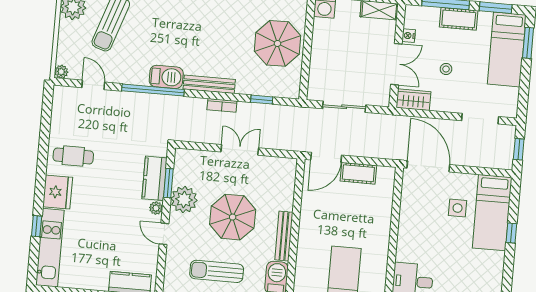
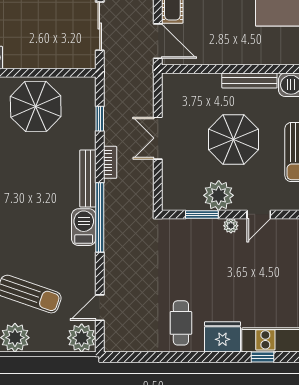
plant: (61, 72) -> (82, 338), width x1.88, depth x1.88
window: (153, 90) -> (100, 217), moved
kitchen counter: (154, 178) -> (198, 230), removed

